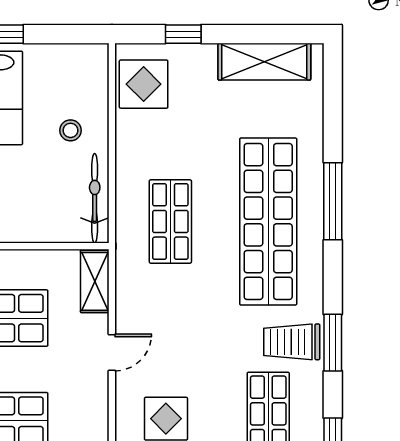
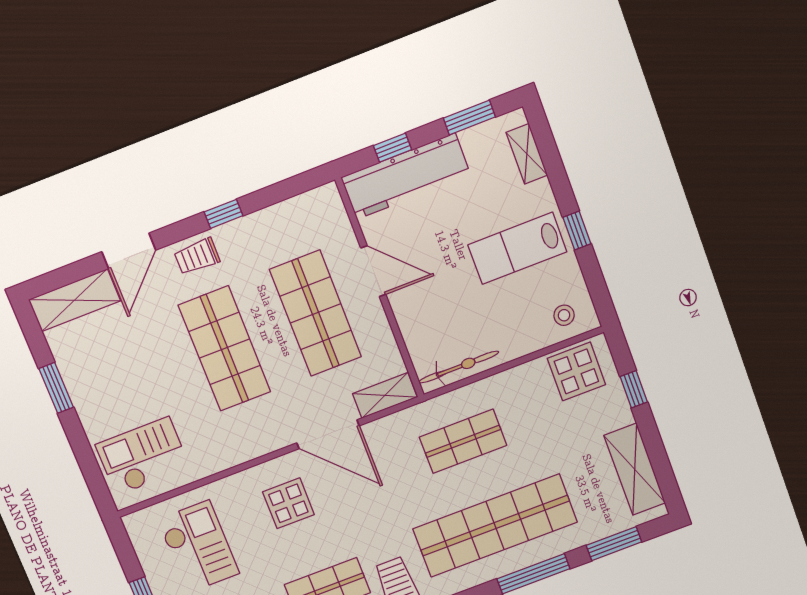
window: (333, 109) -> (614, 544), added
stool: (71, 130) -> (564, 315), moved
door: (112, 352) -> (328, 434), width x1.87

